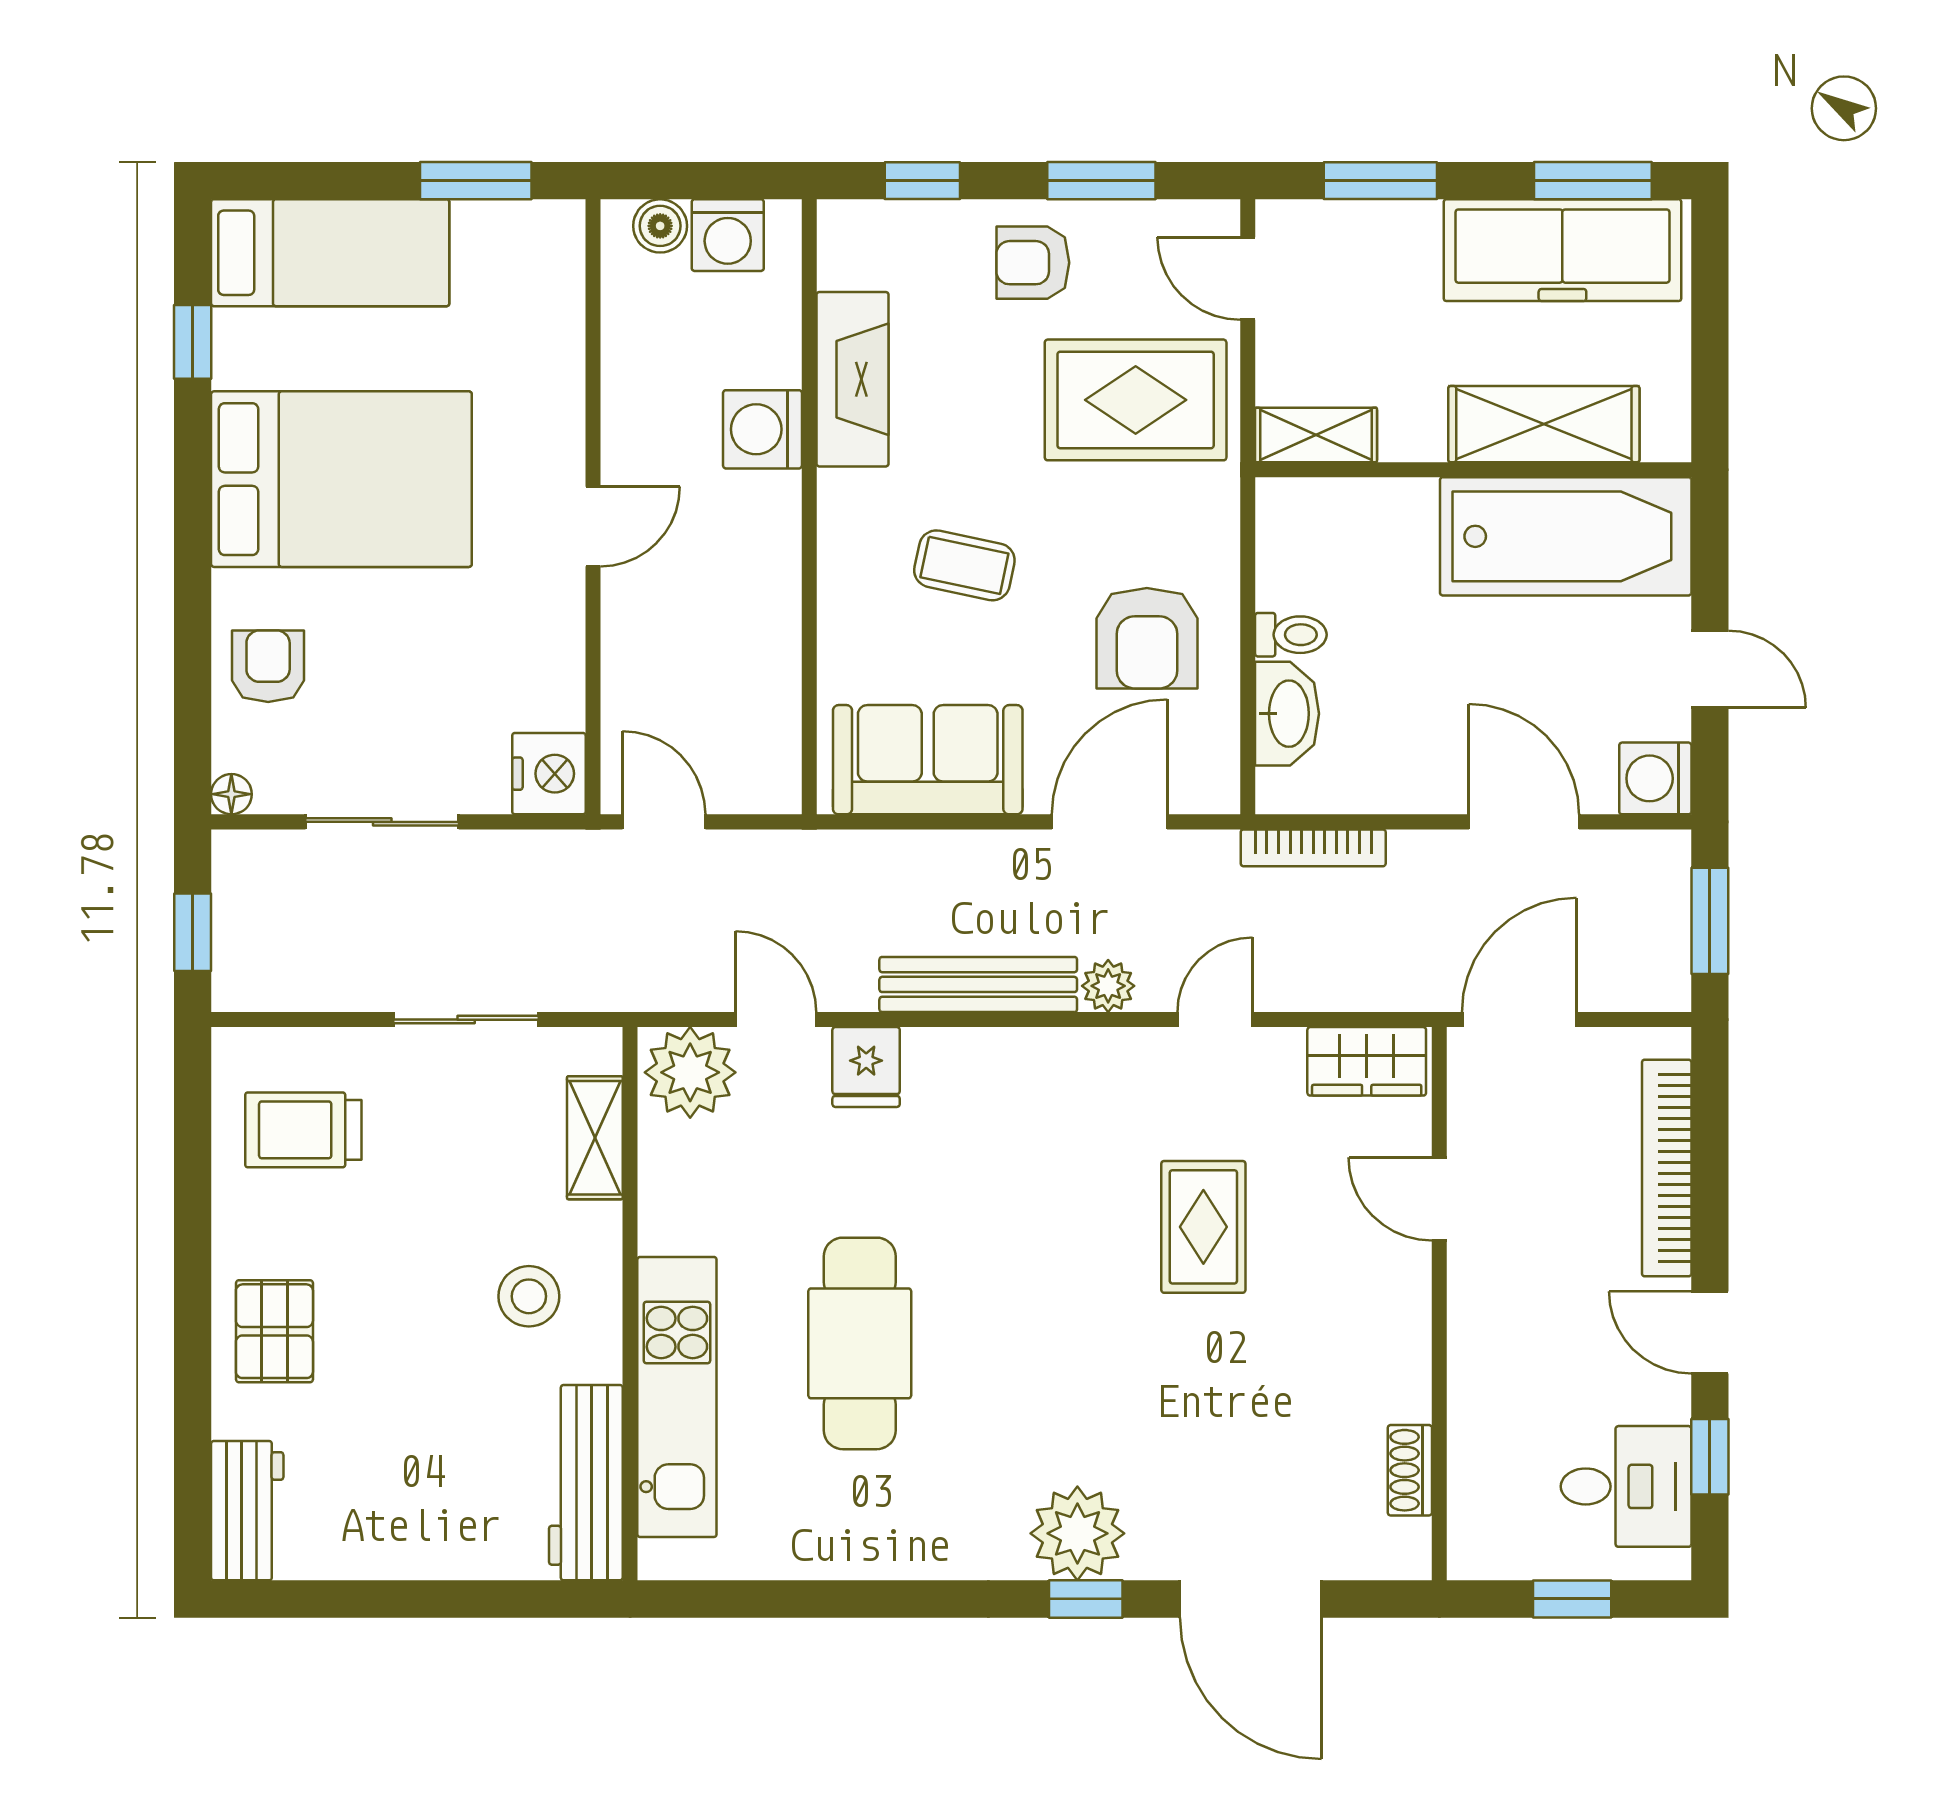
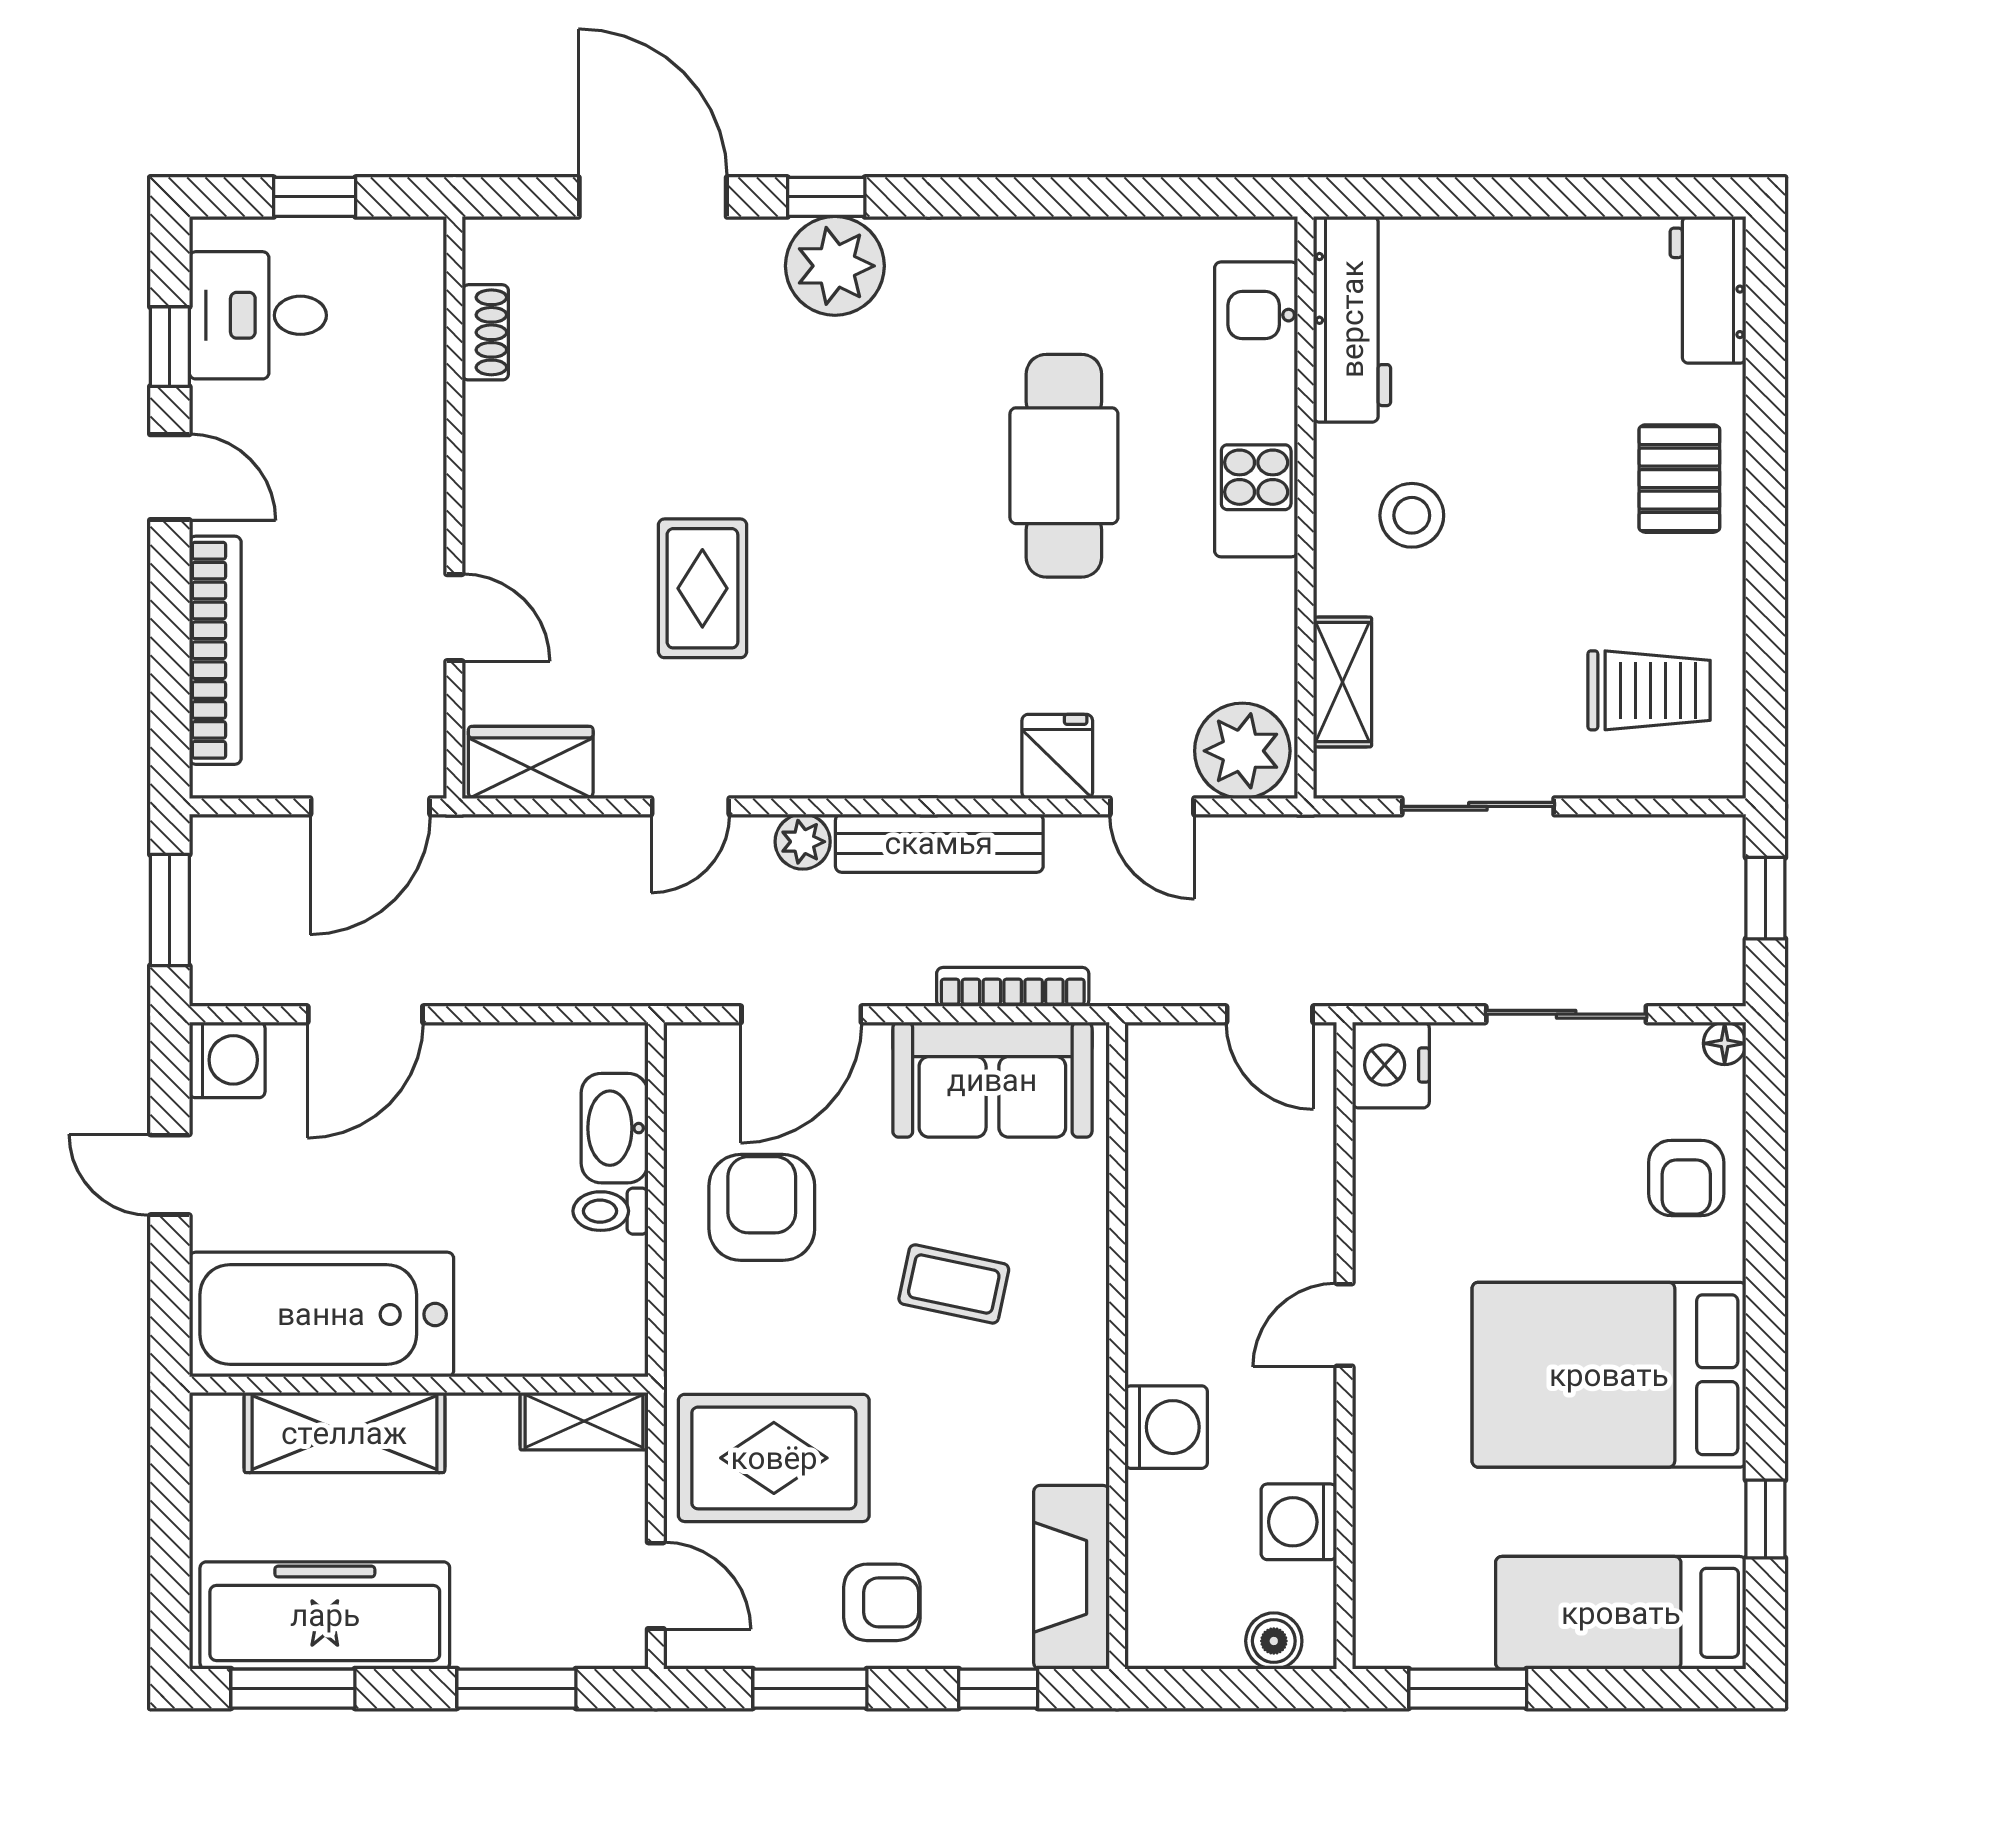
washing machine: (728, 235) -> (1299, 1522), moved, turned -90
fireplace: (852, 379) -> (1072, 1577), moved
door: (1524, 822) -> (365, 1014), hinge flipped
bookcase: (1313, 848) -> (1013, 987), moved

